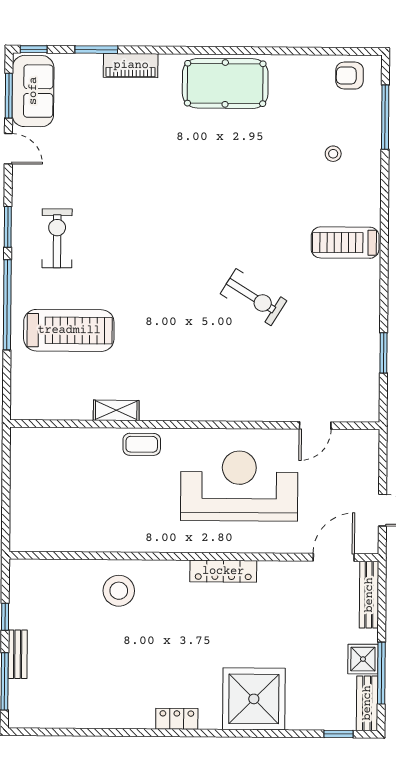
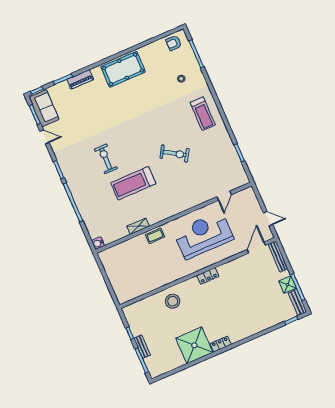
exercise bike: (57, 238) -> (106, 159), moved
treadmill: (345, 243) -> (203, 114), turned -90
treadmill: (69, 330) -> (133, 183), moved, turned 180
water cooler: (21, 409) -> (98, 243), added
locker: (223, 571) -> (208, 276), width x0.66
shower: (254, 699) -> (194, 345), moved

